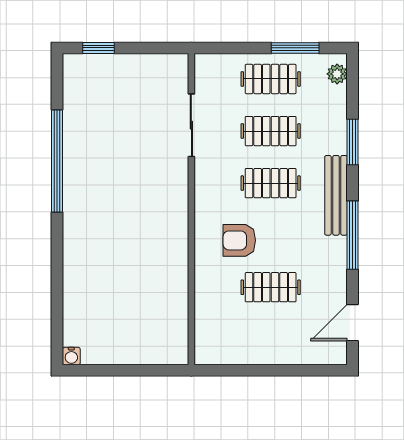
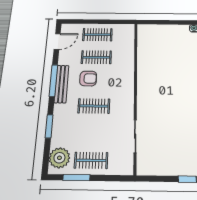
plant: (337, 74) -> (59, 158), width x1.88, depth x1.88
clothes rail: (271, 131) -> (97, 35), moved
bench: (336, 195) -> (62, 84), moved
armchair: (239, 240) -> (88, 78), moved

